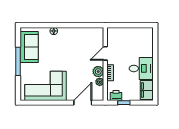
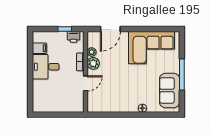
filing cabinet: (147, 90) -> (39, 48), width x0.50

